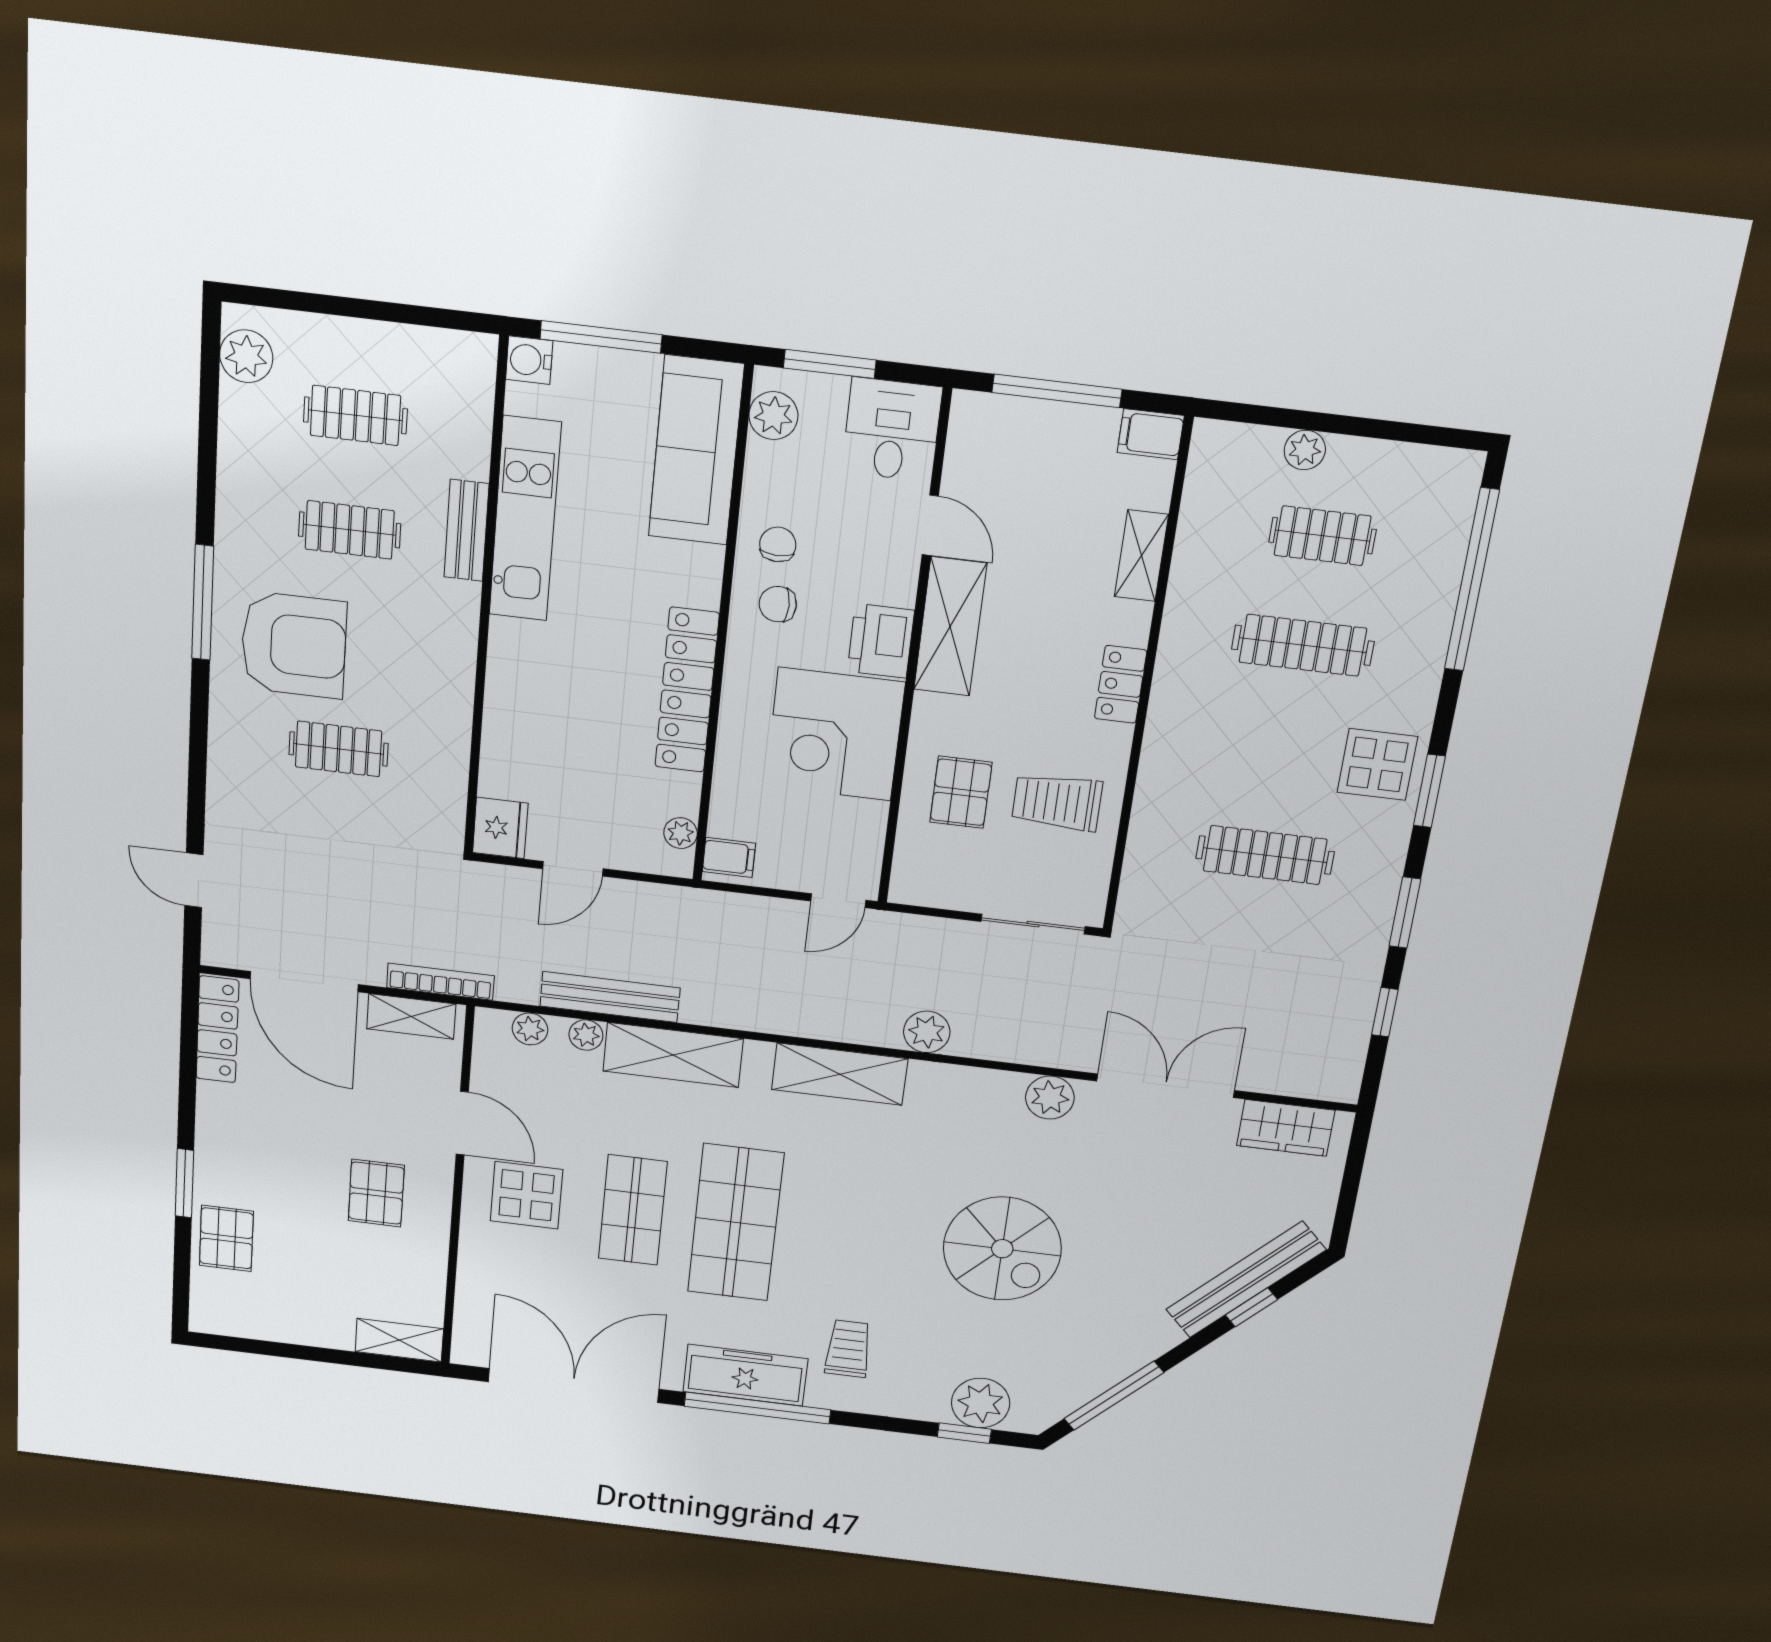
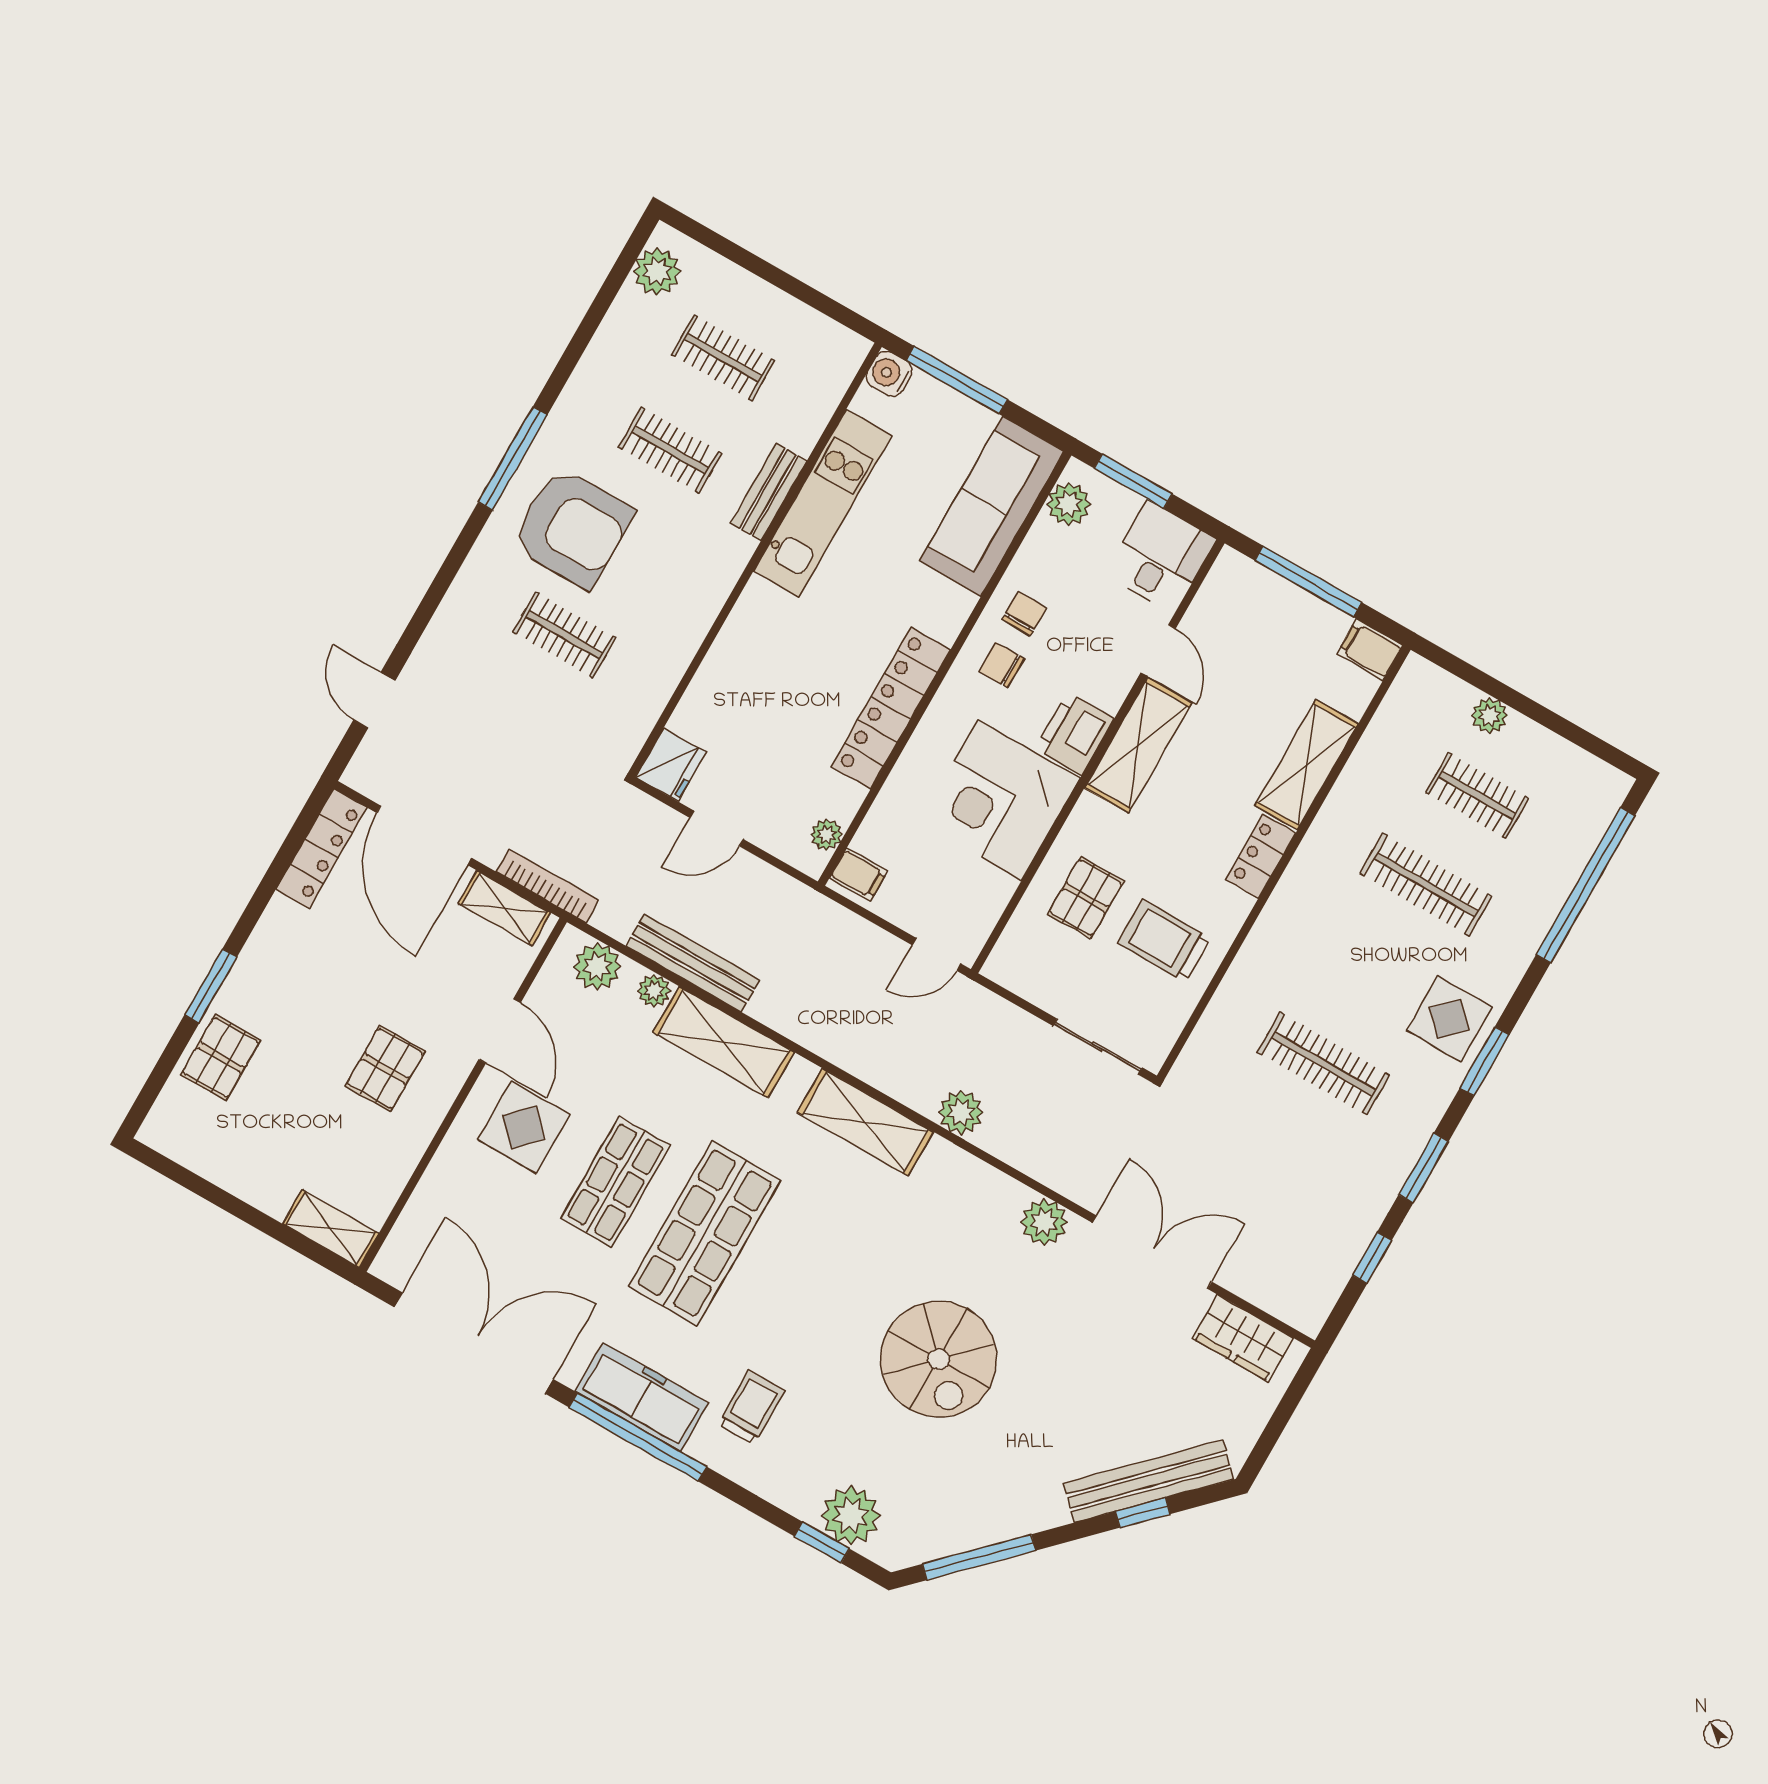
shelving: (1141, 556) -> (1307, 765), width x1.50, depth x1.33
plant: (530, 1029) -> (597, 967), width x1.38, depth x1.38

